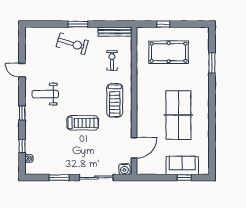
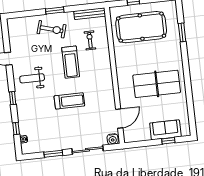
pool table: (169, 52) -> (141, 27), width x1.36, depth x1.32
treadmill: (115, 100) -> (71, 62), moved
table tennis table: (178, 115) -> (157, 84), turned 90

